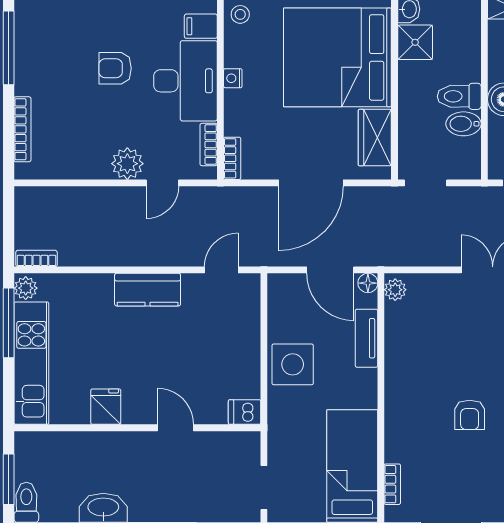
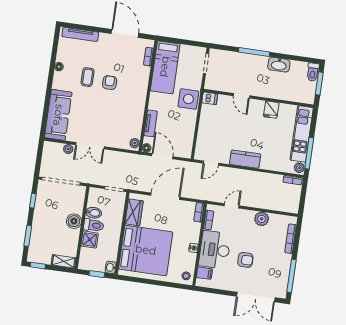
shower: (415, 42) -> (90, 240), moved
plant: (127, 164) -> (262, 219), moved
side table: (293, 364) -> (188, 99), moved

